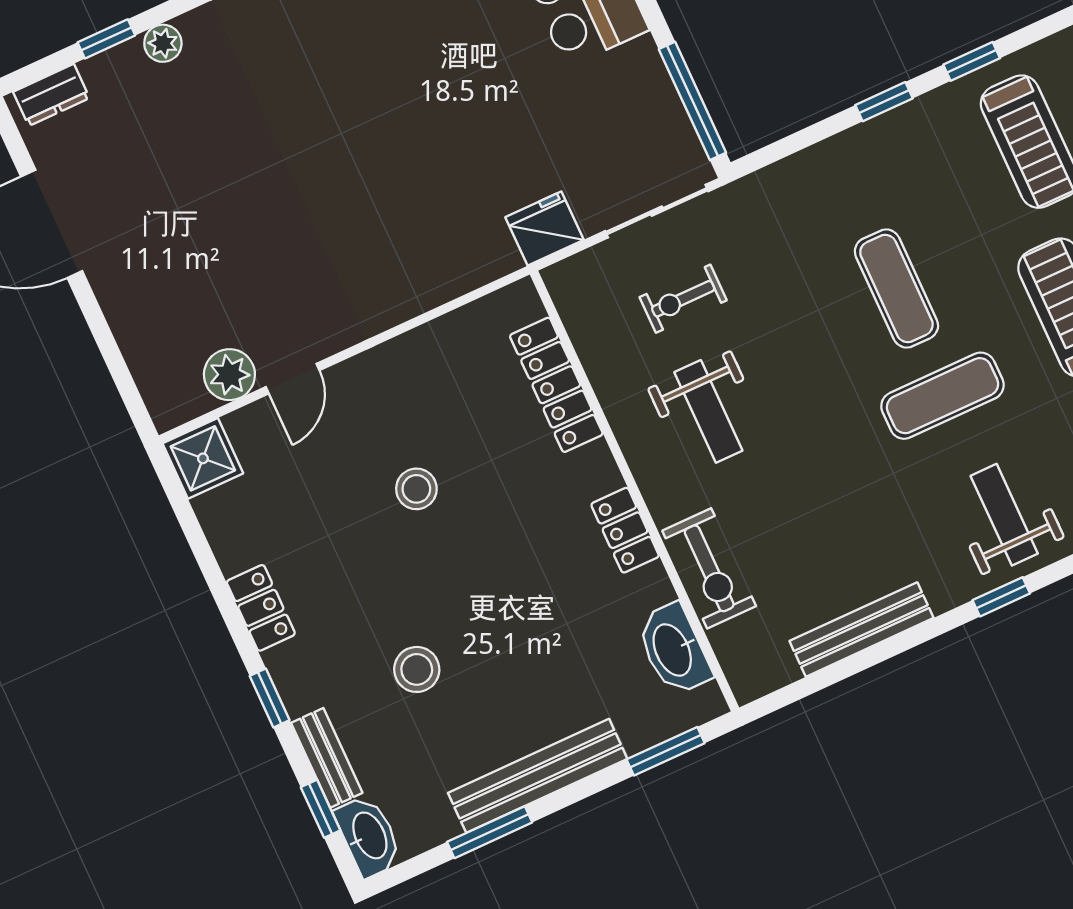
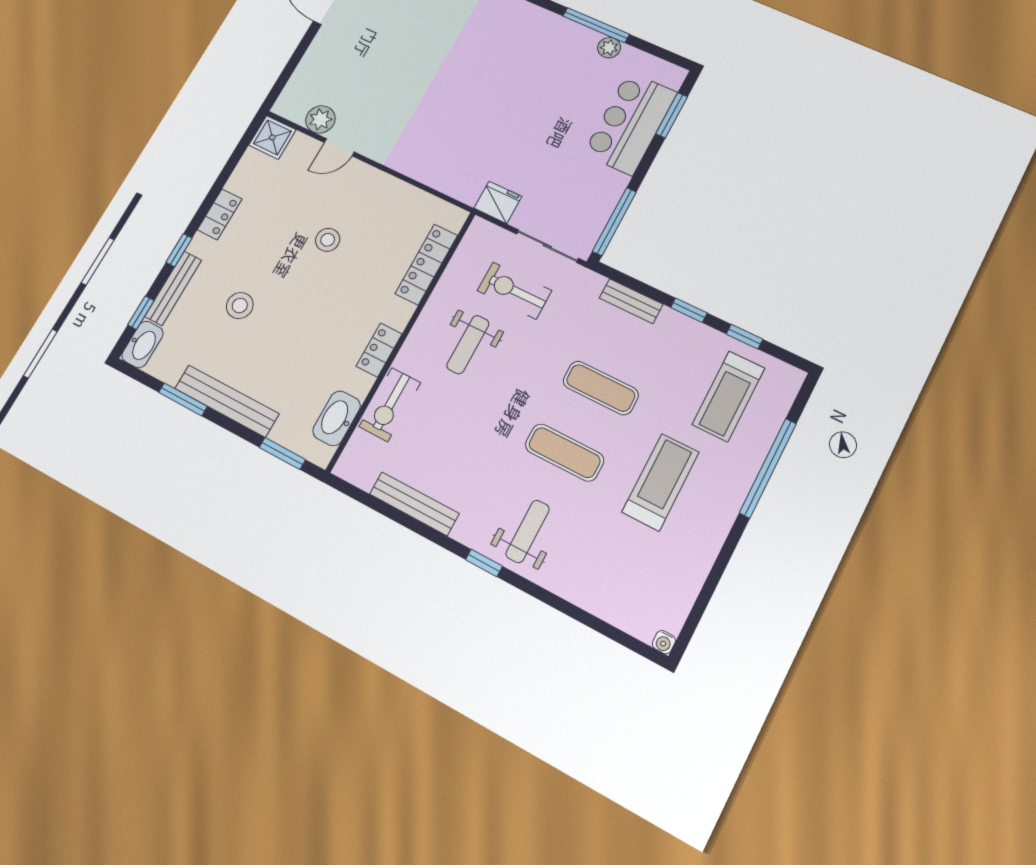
bench: (815, 163) -> (631, 301), added
exercise mat: (896, 288) -> (601, 388), turned 90
exercise bike: (683, 299) -> (514, 291), width x1.38, depth x1.39
bench: (327, 758) -> (173, 288), width x1.36

